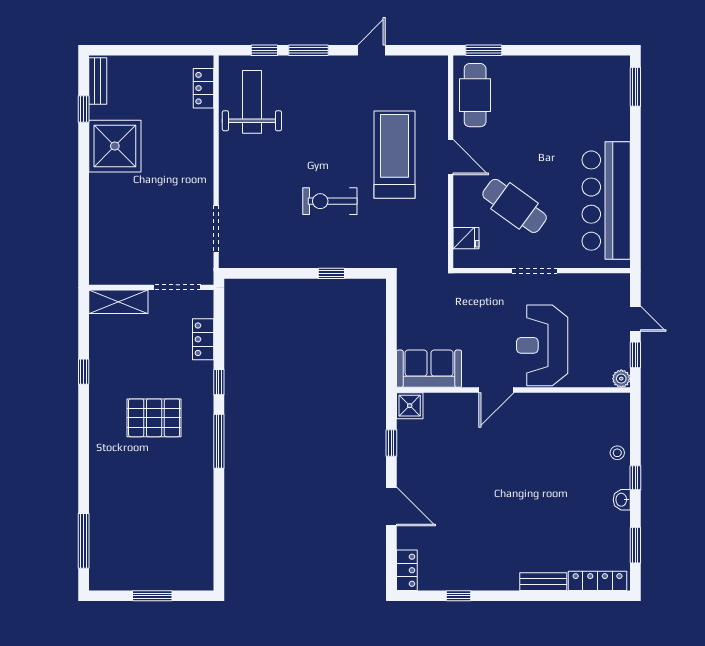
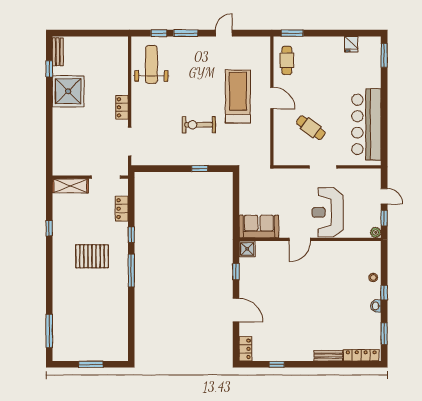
locker: (204, 88) -> (122, 107), moved
cafe table: (475, 95) -> (287, 60), width x0.73, depth x0.74
cafe table: (515, 206) -> (311, 128), width x0.73, depth x0.74
fridge: (466, 238) -> (351, 44), moved, turned 90

